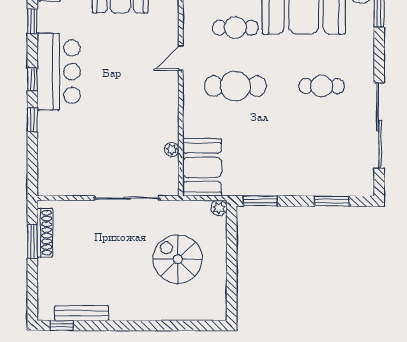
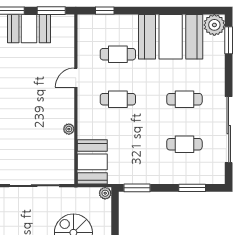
cafe table: (235, 86) -> (118, 99), width x0.73, depth x0.74
cafe table: (322, 144) -> (184, 144), added
plant: (172, 150) -> (69, 129), moved

